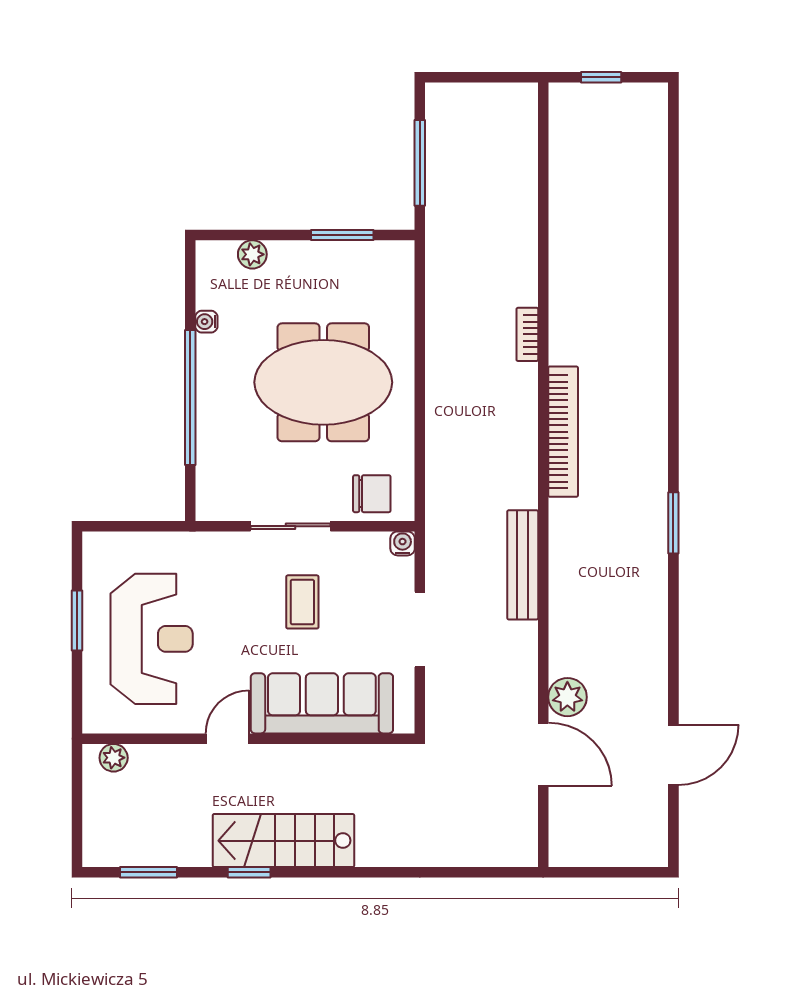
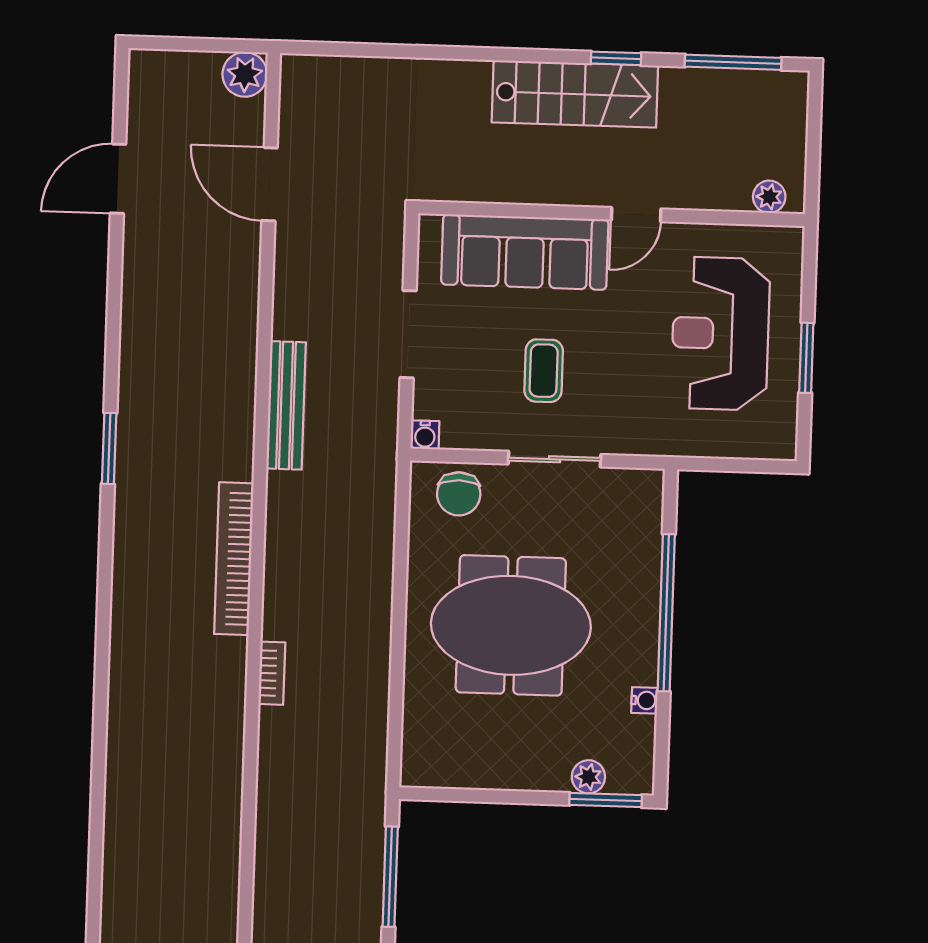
window: (342, 235) -> (606, 800), moved
chair: (372, 494) -> (459, 494), turned -90
plant: (567, 697) -> (245, 74), moved
window: (148, 872) -> (733, 62), width x1.44

